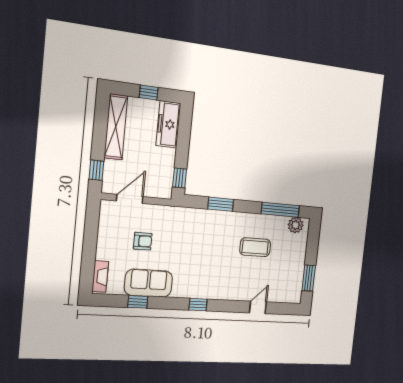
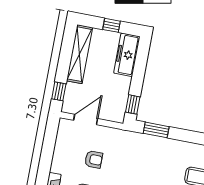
window: (221, 204) -> (156, 130), moved

